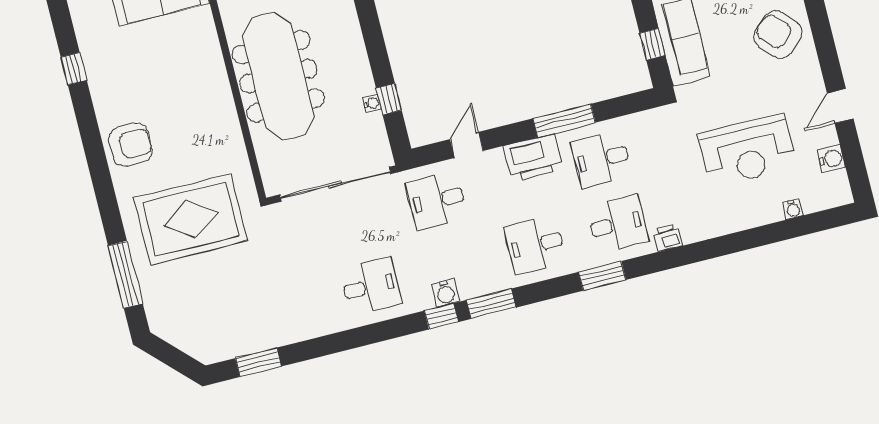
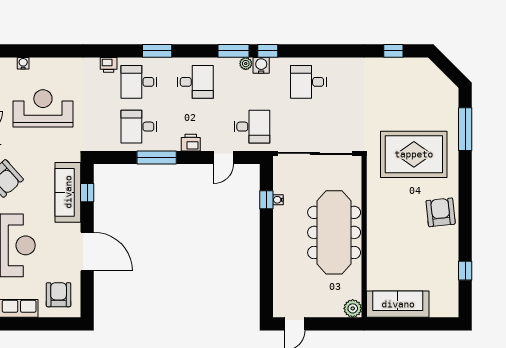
armchair: (131, 145) -> (441, 212), turned 84
printer: (533, 158) -> (191, 143), width x0.53, depth x0.68
desk: (601, 159) -> (139, 127), turned 180
plant: (469, 290) -> (246, 64), added
window: (258, 362) -> (393, 51), width x0.67

